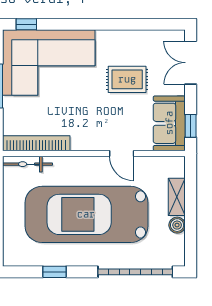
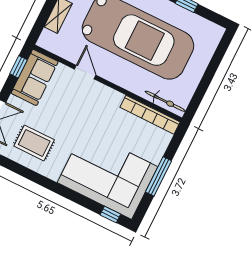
rug: (127, 79) -> (34, 143), moved

